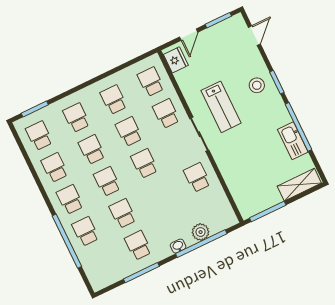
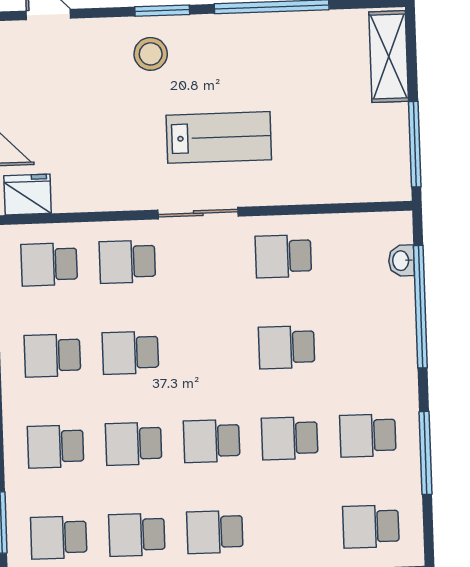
lab bench: (221, 107) -> (219, 137), moved
kitchen sink: (293, 141) -> (294, 31), removed
school desk: (144, 164) -> (287, 347), moved
school desk: (85, 231) -> (371, 527), moved
plant: (201, 232) -> (396, 298), removed
washbasin: (178, 246) -> (401, 261), moved

